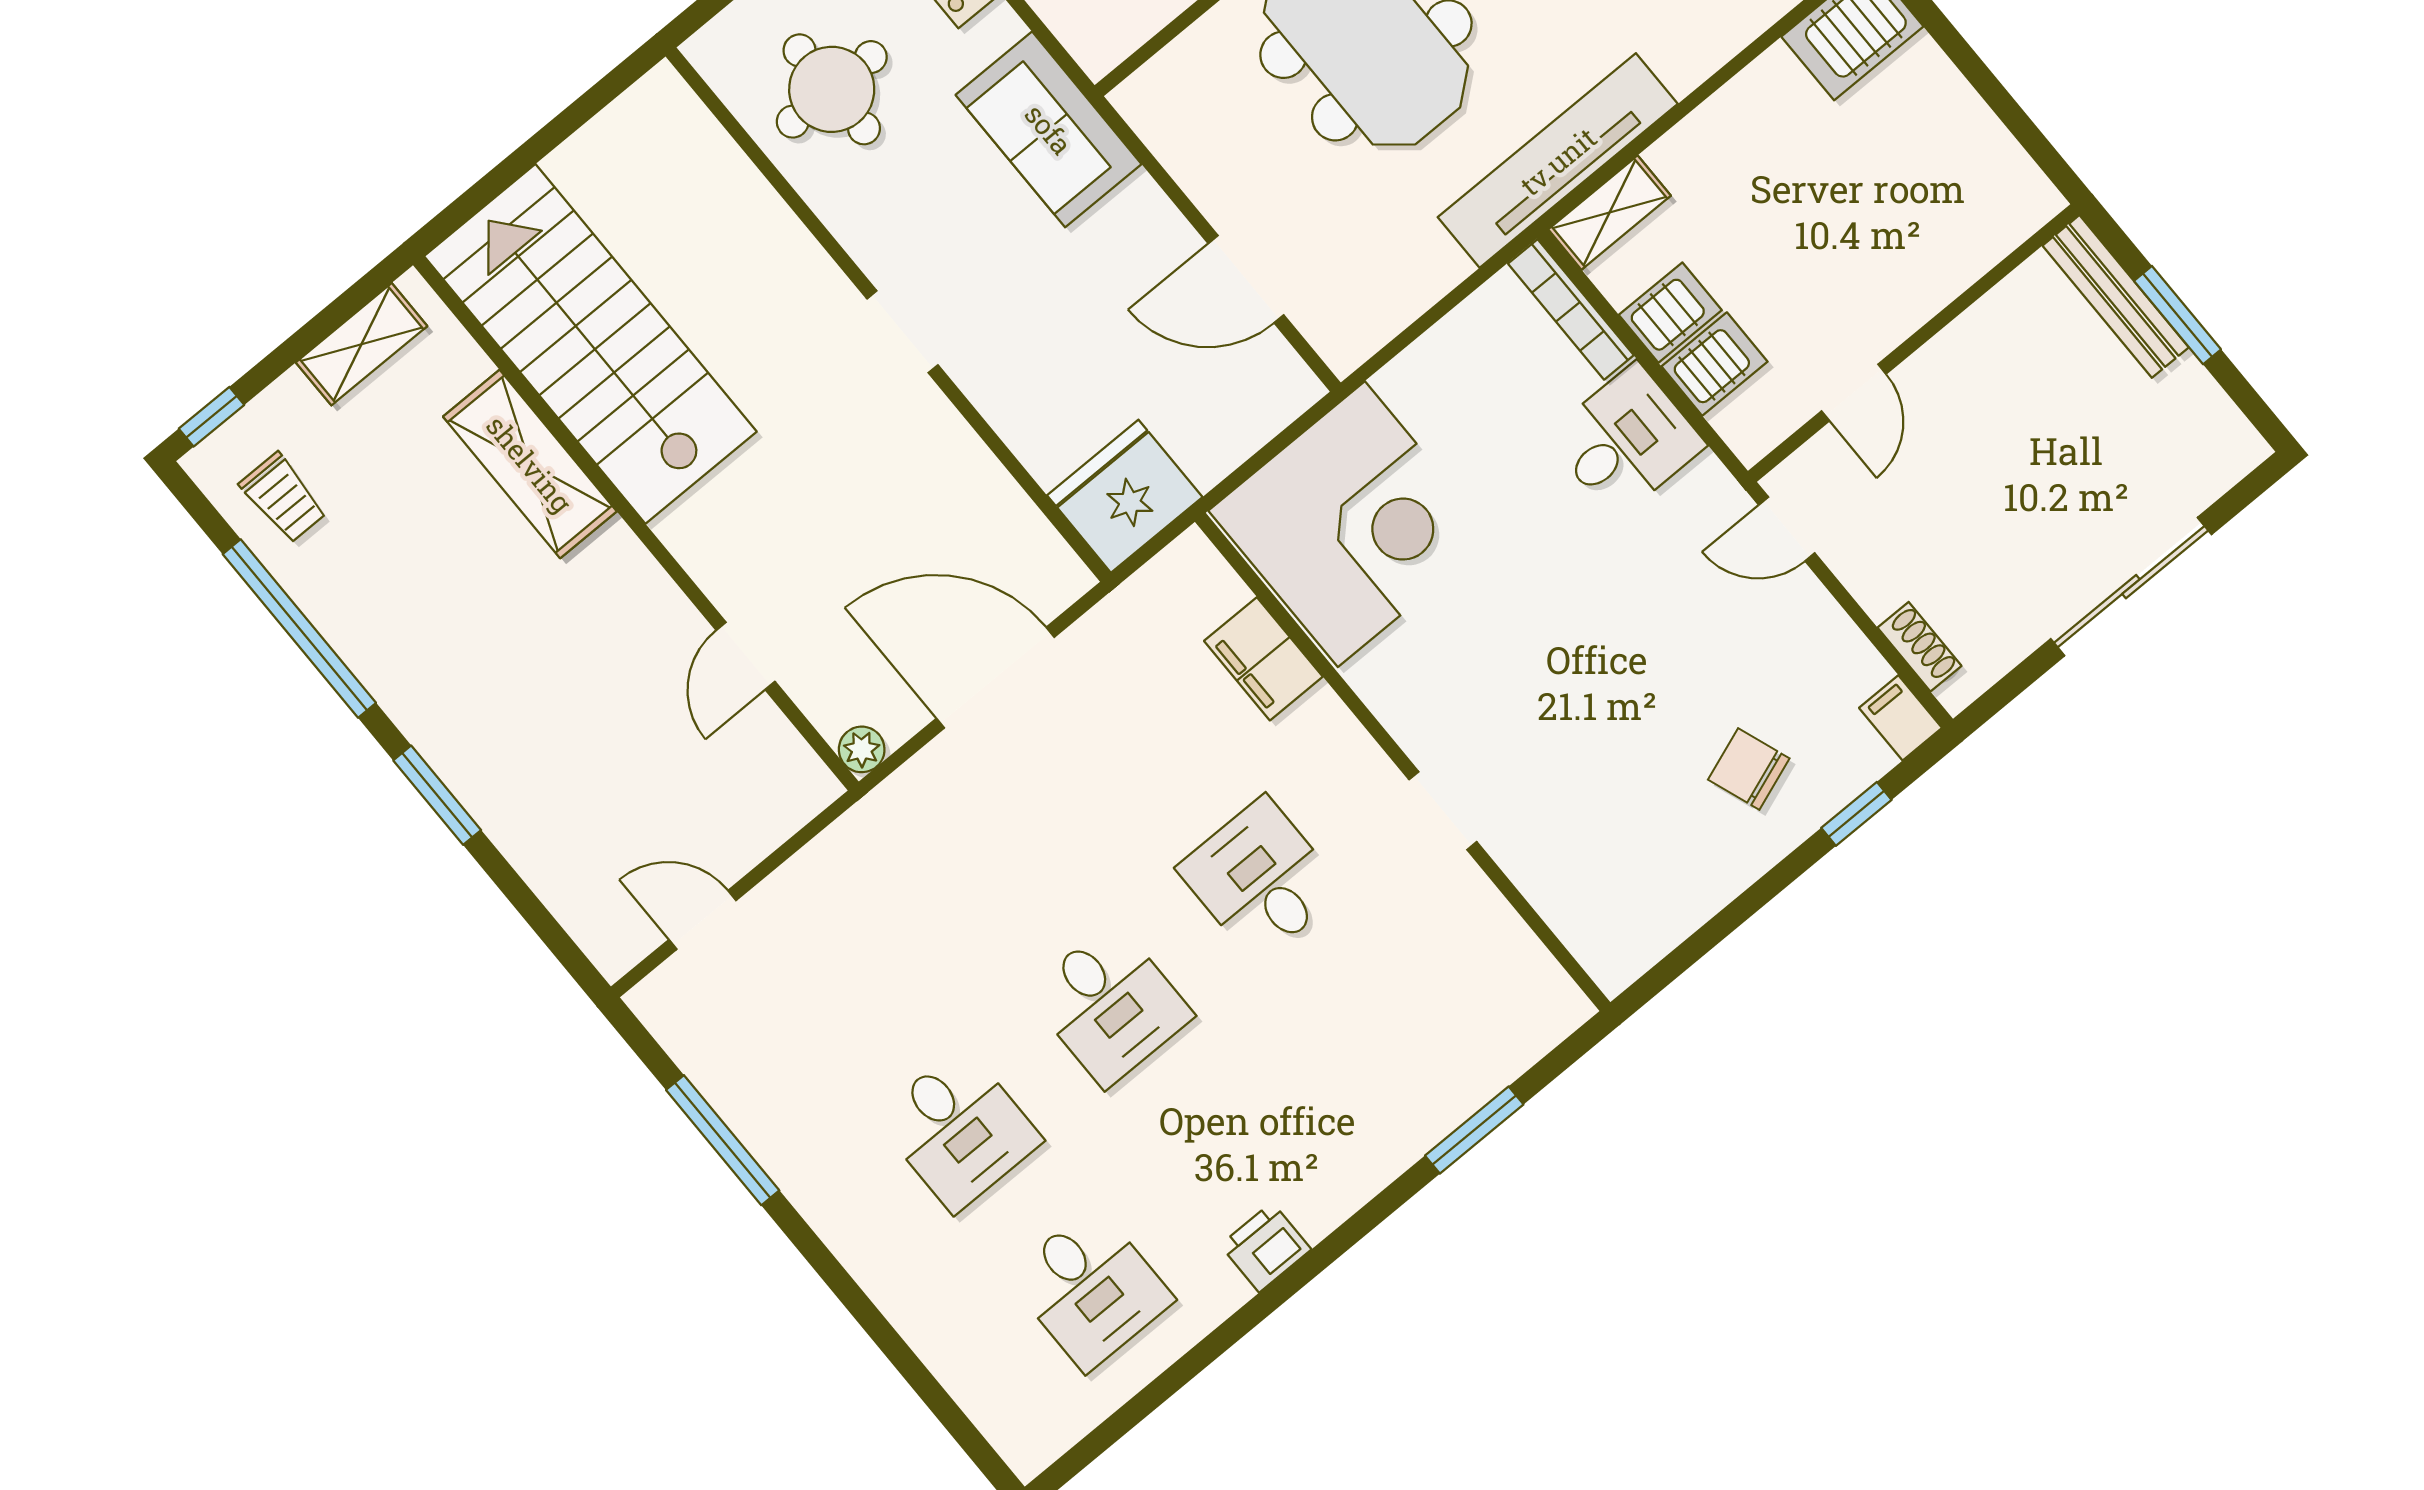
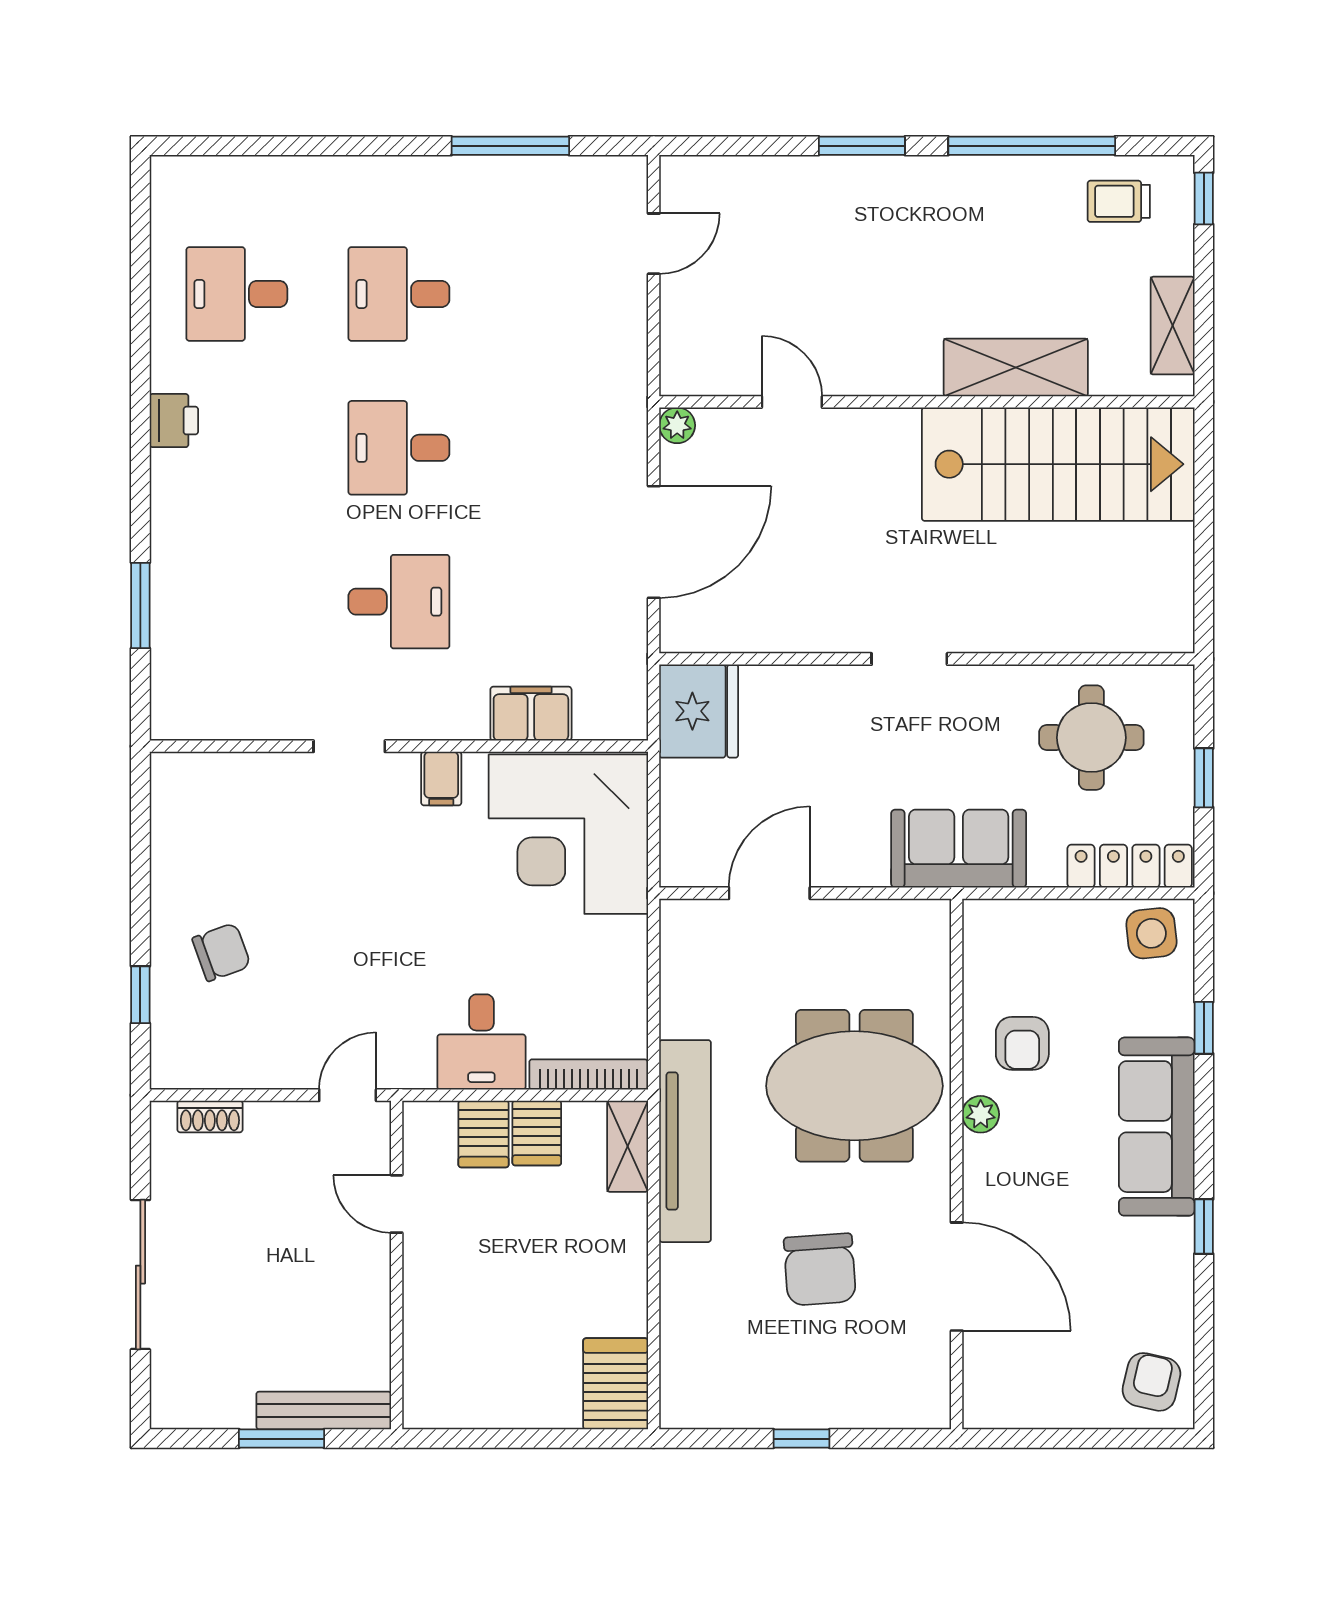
filing cabinet: (1901, 718) -> (441, 779), moved, turned 90

